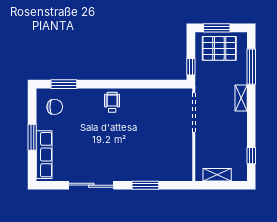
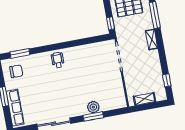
plant: (148, 173) -> (93, 107), added

